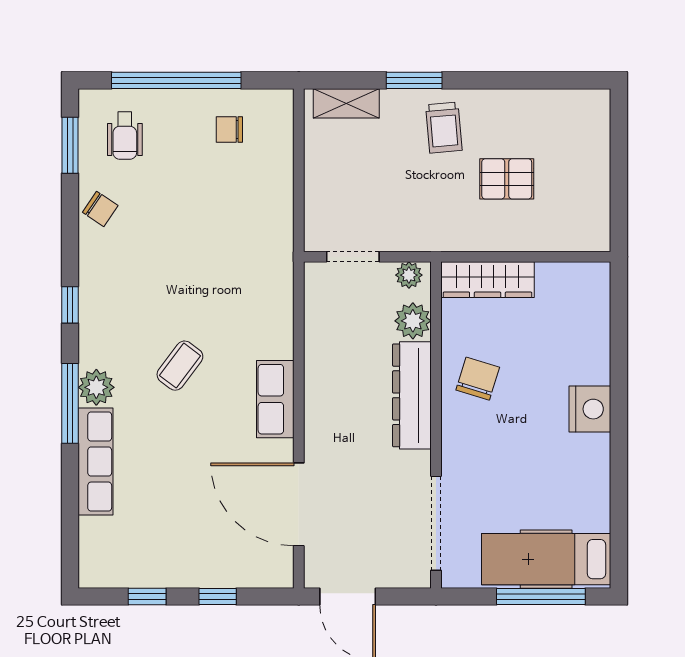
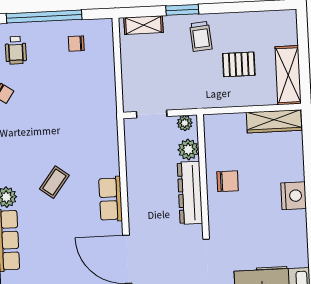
shelving: (591, 202) -> (288, 75), added
wardrobe: (487, 280) -> (274, 121), moved
chair: (478, 379) -> (228, 181), turned 73

